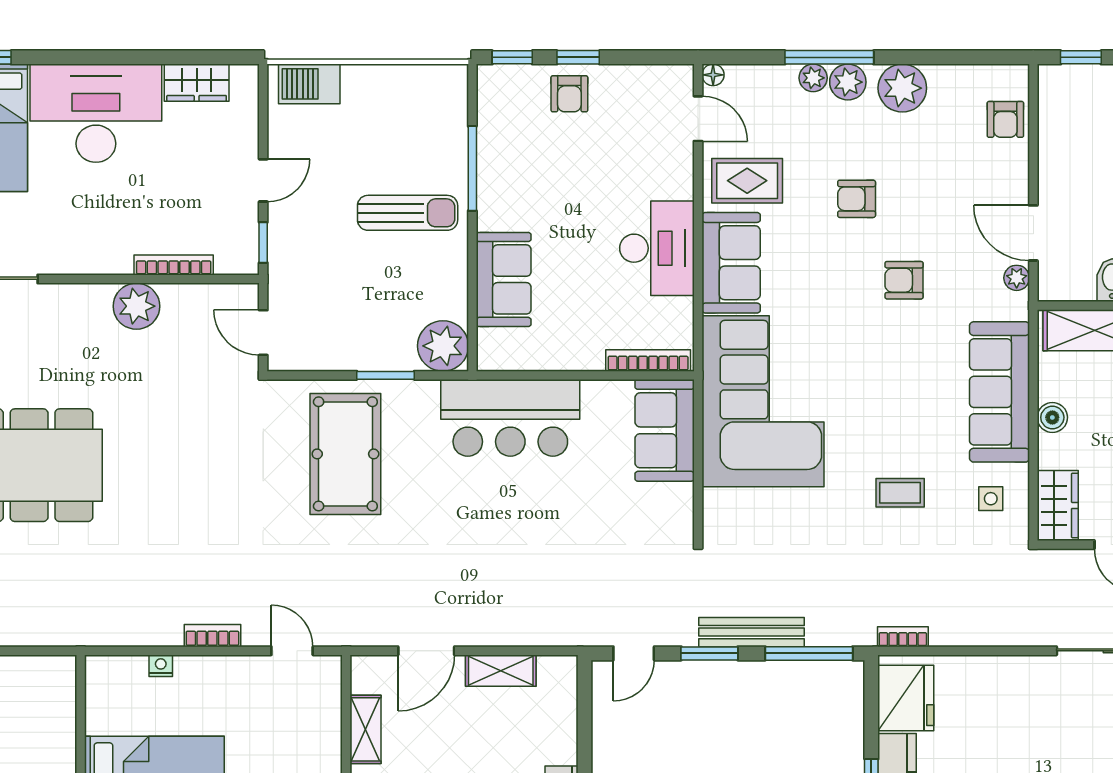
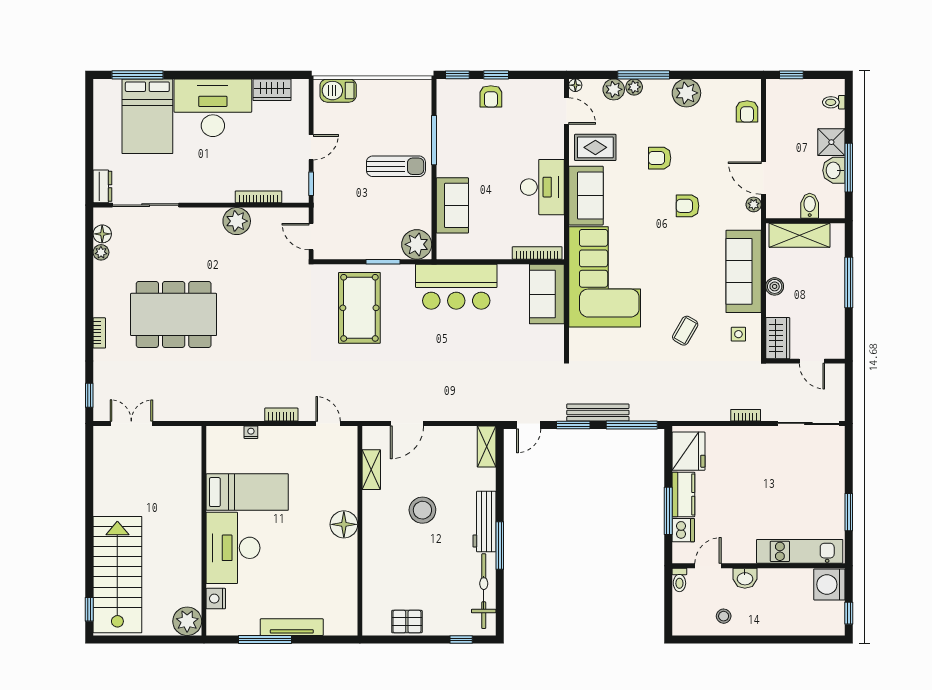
plant: (848, 82) -> (614, 89), moved
coffee table: (900, 493) -> (685, 331), turned -60
bookcase: (903, 637) -> (746, 415), moved
shelving: (501, 671) -> (487, 447), moved, turned 90

